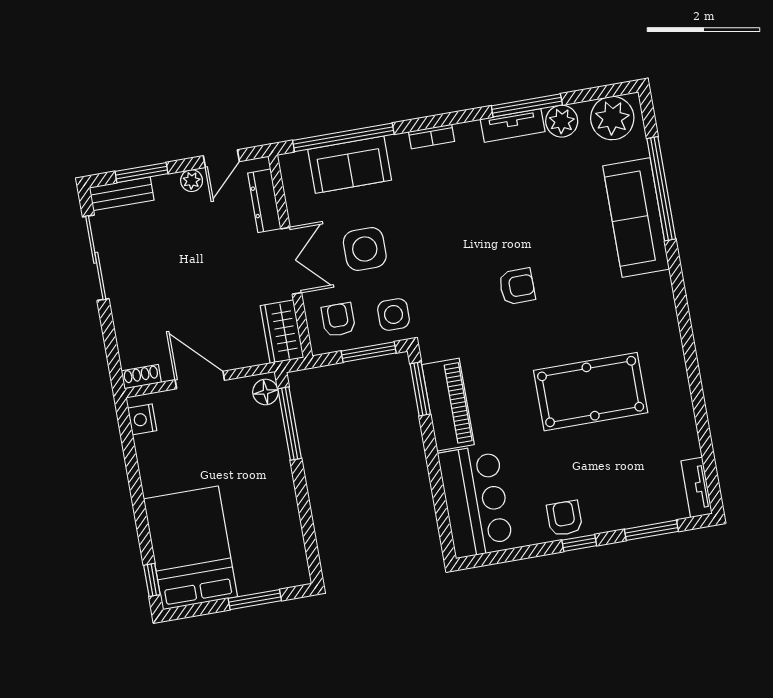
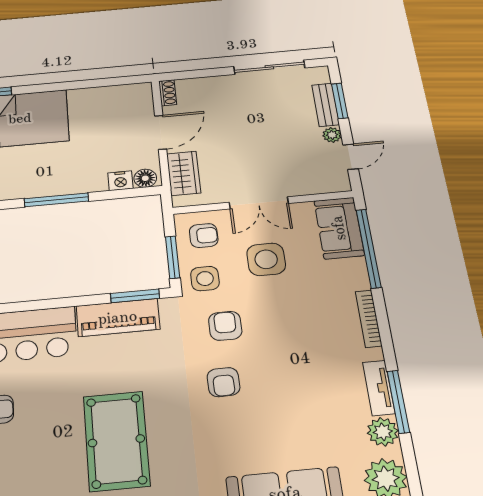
bookcase: (432, 137) -> (369, 319), width x1.56
door: (221, 159) -> (351, 157), swing flipped
sofa: (350, 165) -> (339, 228), moved
bench: (122, 194) -> (326, 105), moved
dresser: (264, 201) -> (313, 186), removed
armchair: (450, 289) -> (225, 326), added
wardrobe: (282, 332) -> (184, 173), moved, turned 90
nightstand: (142, 419) -> (120, 181), moved, turned 180
window: (290, 424) -> (56, 200), moved

